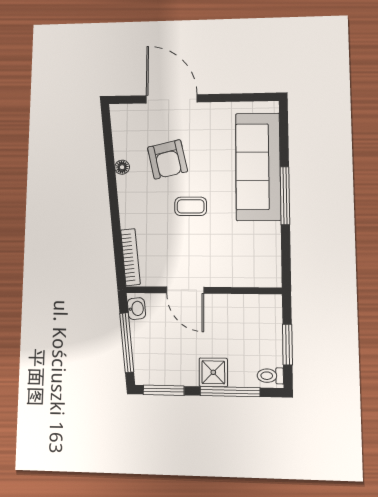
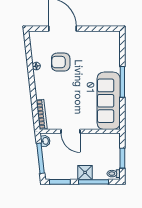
armchair: (167, 159) -> (61, 62), turned 103
sofa: (258, 166) -> (109, 101), moved
coffee table: (191, 206) -> (73, 87), removed

